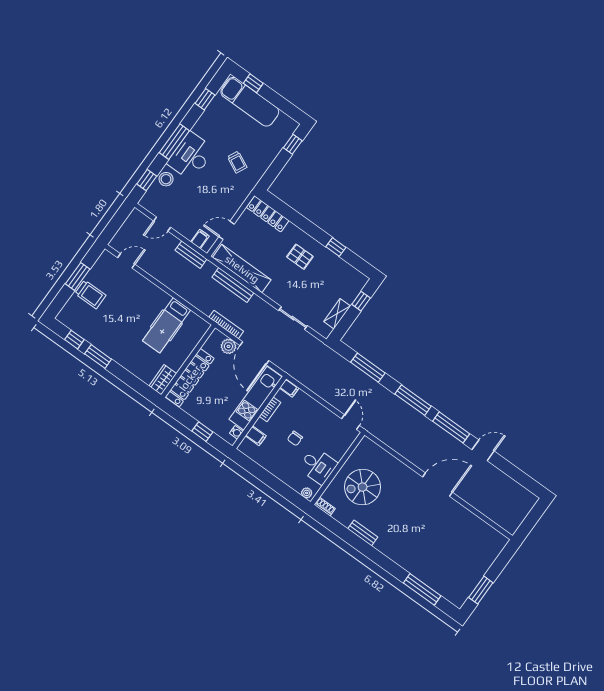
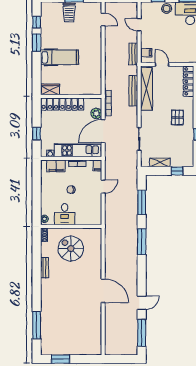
hospital bed: (166, 325) -> (59, 57), moved, turned 180
door: (350, 422) -> (103, 186), moved
window: (451, 427) -> (142, 333), moved
filing cabinet: (256, 436) -> (56, 166), width x2.00
door: (483, 450) -> (142, 303), hinge flipped

